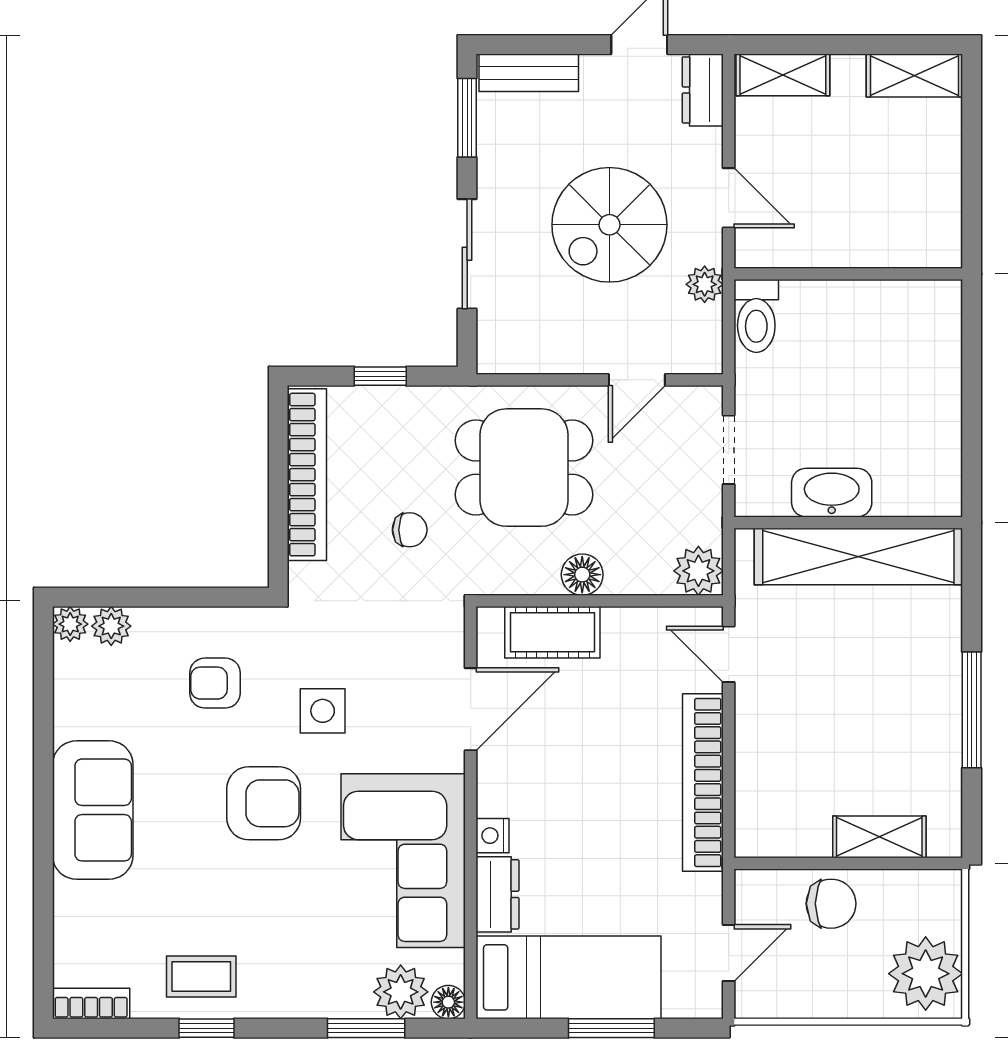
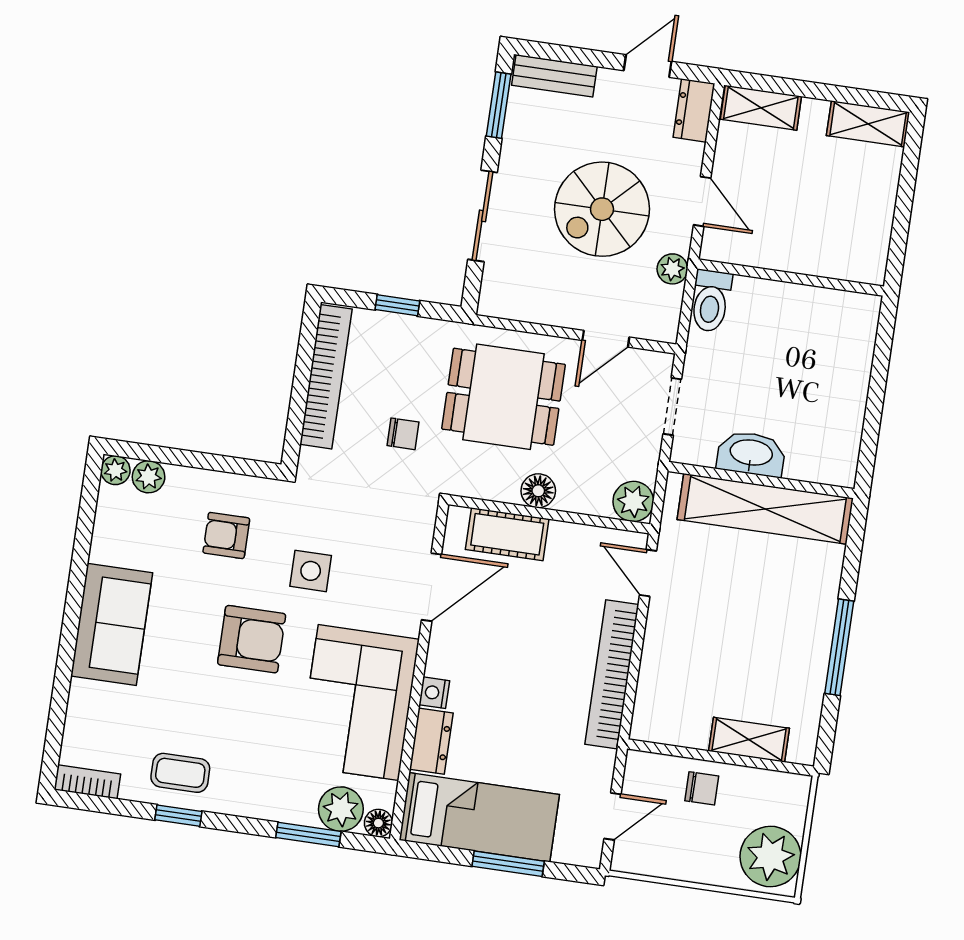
chair: (831, 904) -> (702, 788), width x0.73, depth x0.73

